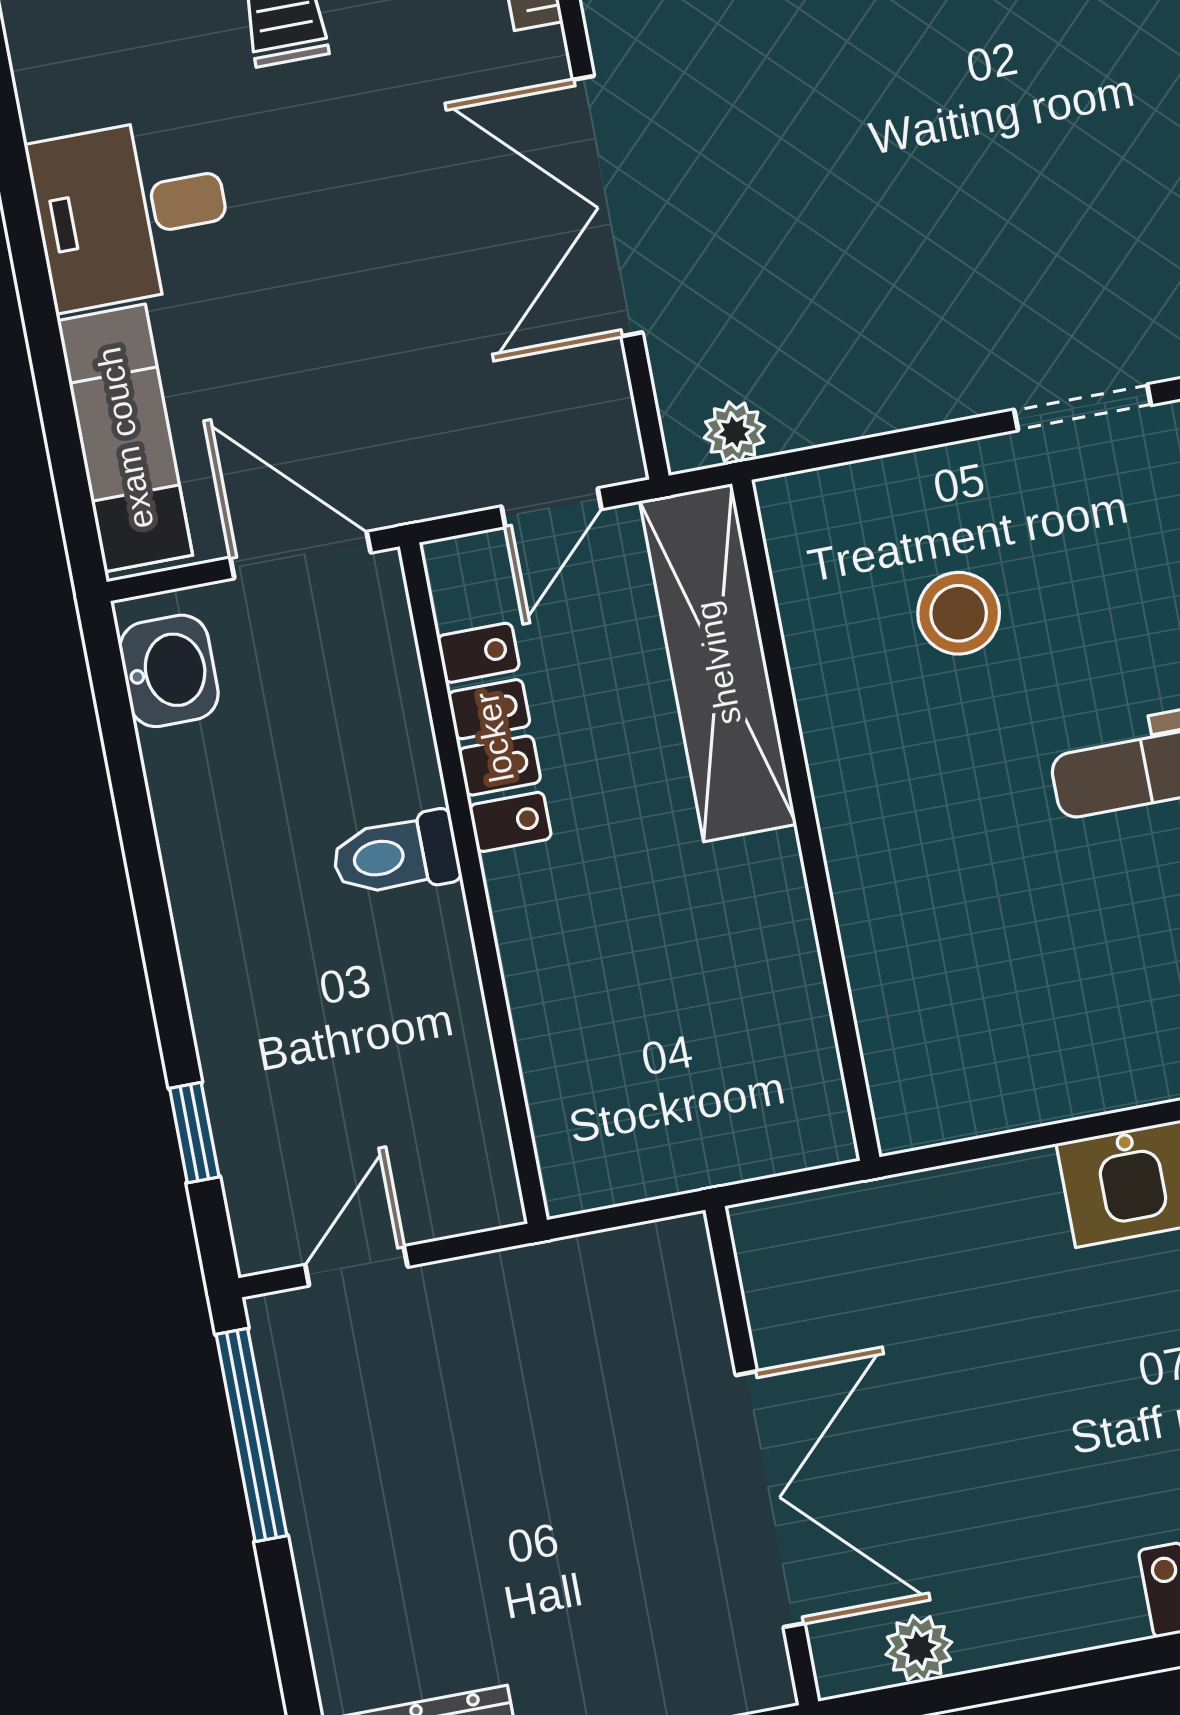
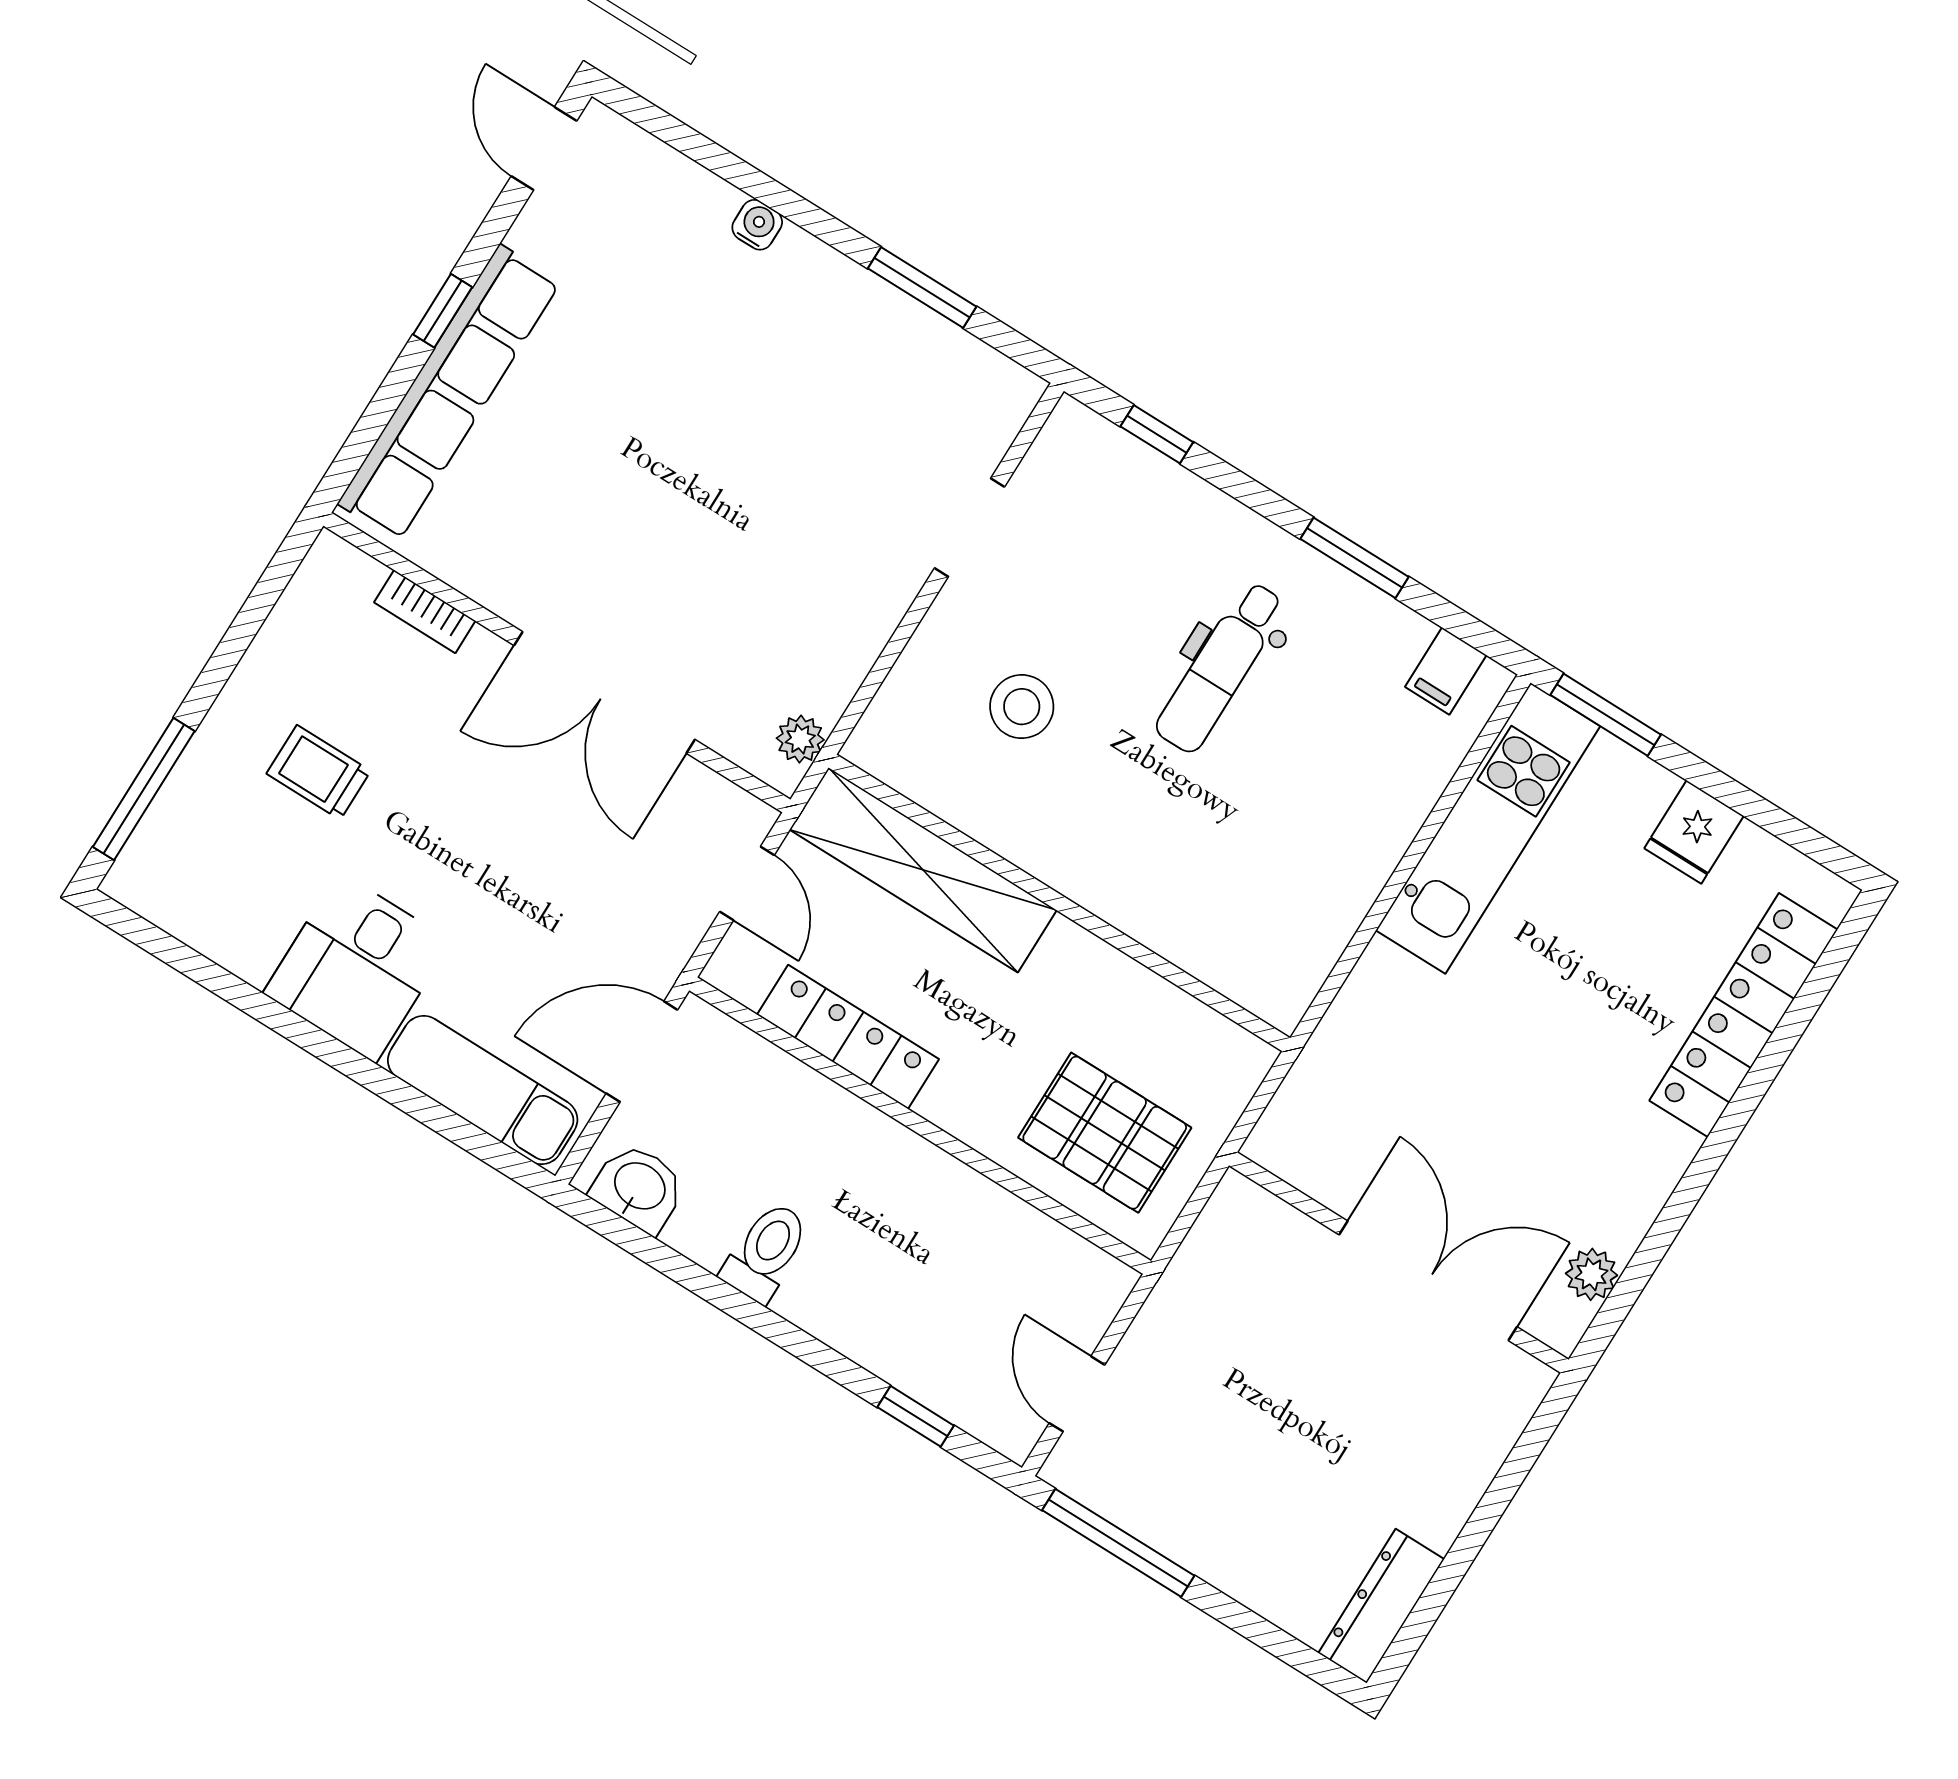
toilet: (396, 855) -> (766, 1252), moved, turned 180
pallet: (628, 1064) -> (1105, 1133), added

